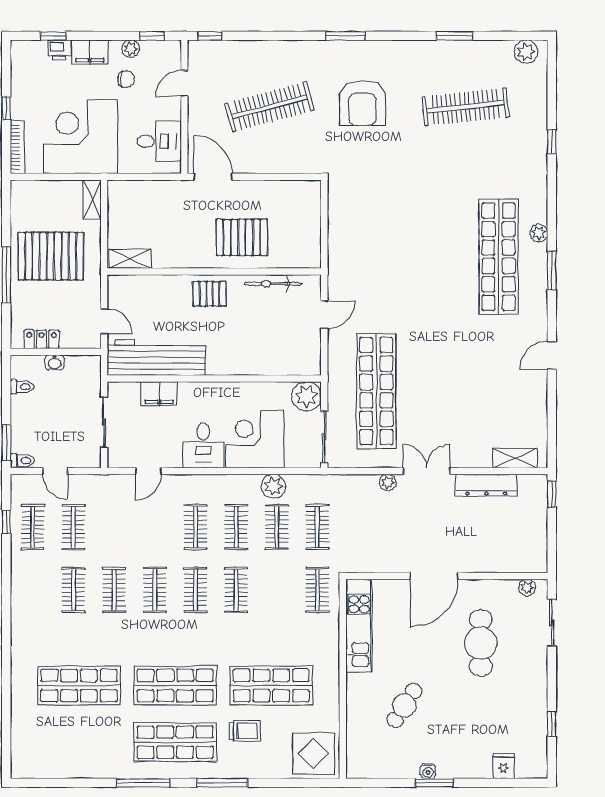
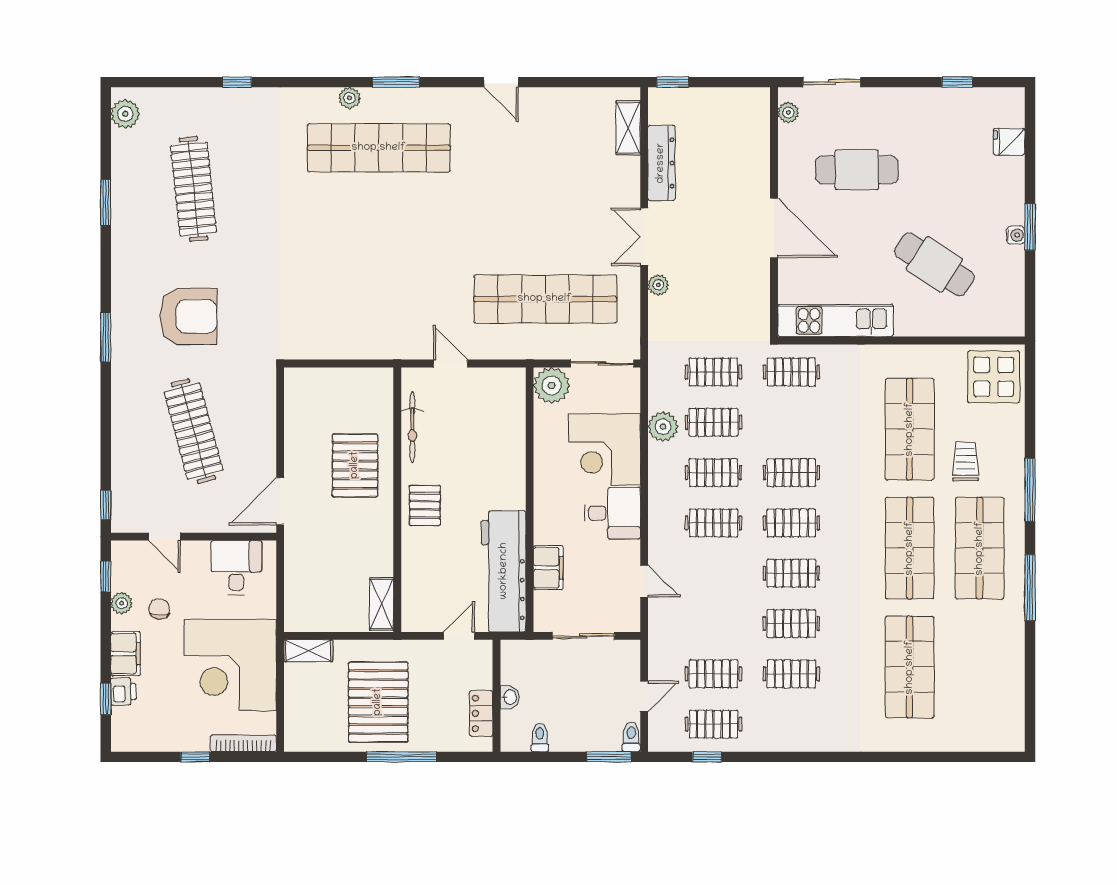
cafe table: (404, 706) -> (934, 264), width x1.37, depth x1.35

